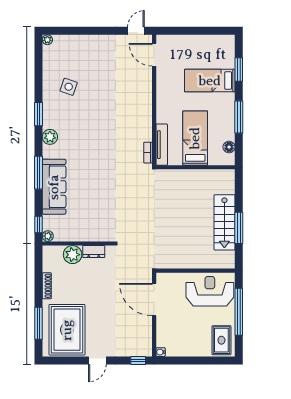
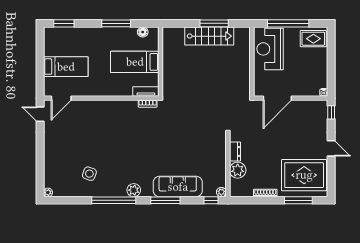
window: (239, 70) -> (64, 23), moved
bed: (210, 81) -> (66, 67), moved, turned -90
window: (38, 114) -> (114, 200), width x2.11
tv unit: (162, 145) -> (146, 91), width x0.71

